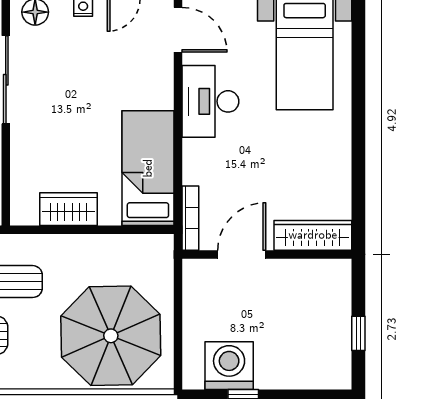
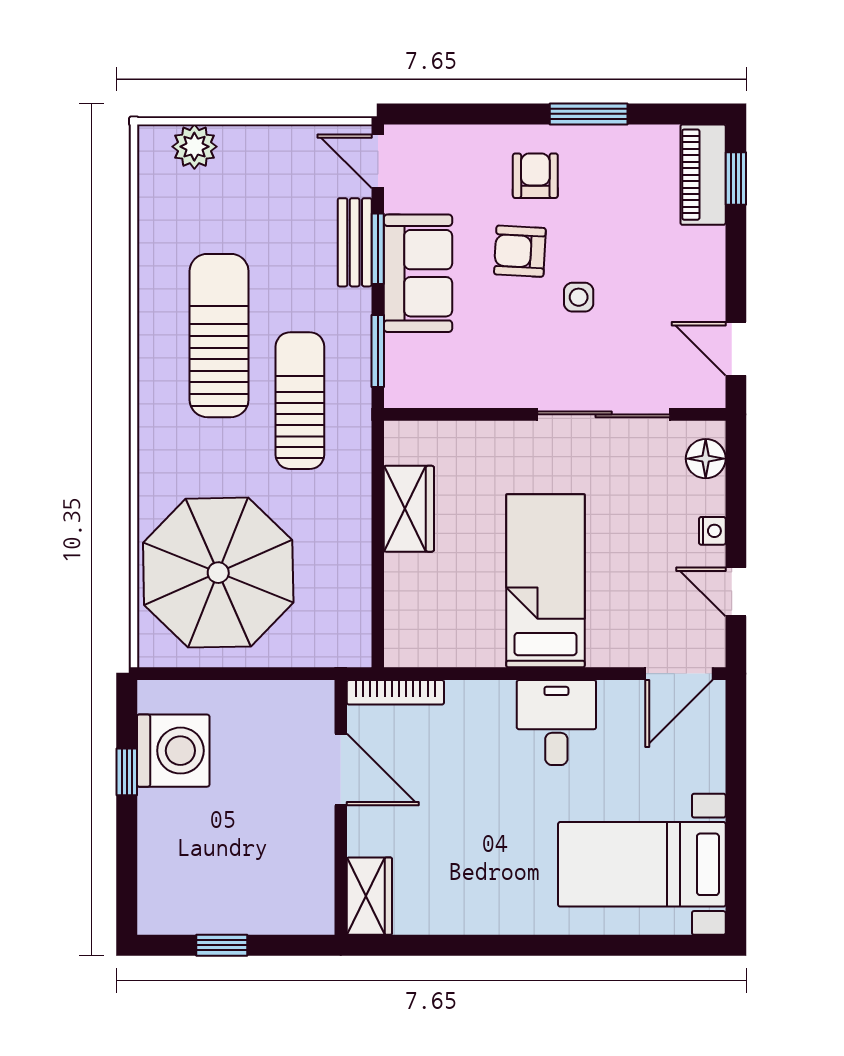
desk: (210, 101) -> (556, 722), width x0.73
bed: (148, 168) -> (545, 581), moved, turned -90
wardrobe: (313, 235) -> (369, 896), width x0.67

